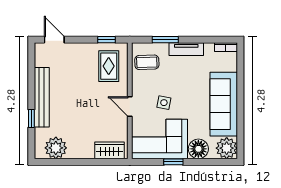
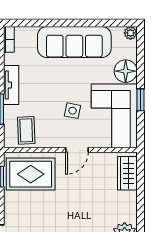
rug: (109, 66) -> (31, 174), width x1.36, depth x1.43
plant: (227, 148) -> (131, 33), width x0.53, depth x0.53

